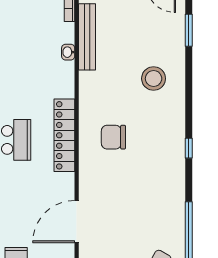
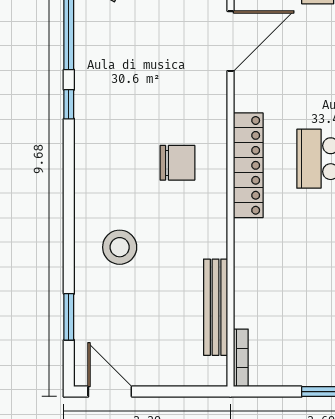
washbasin: (68, 52) -> (243, 285), removed
window: (189, 148) -> (69, 104), moved

